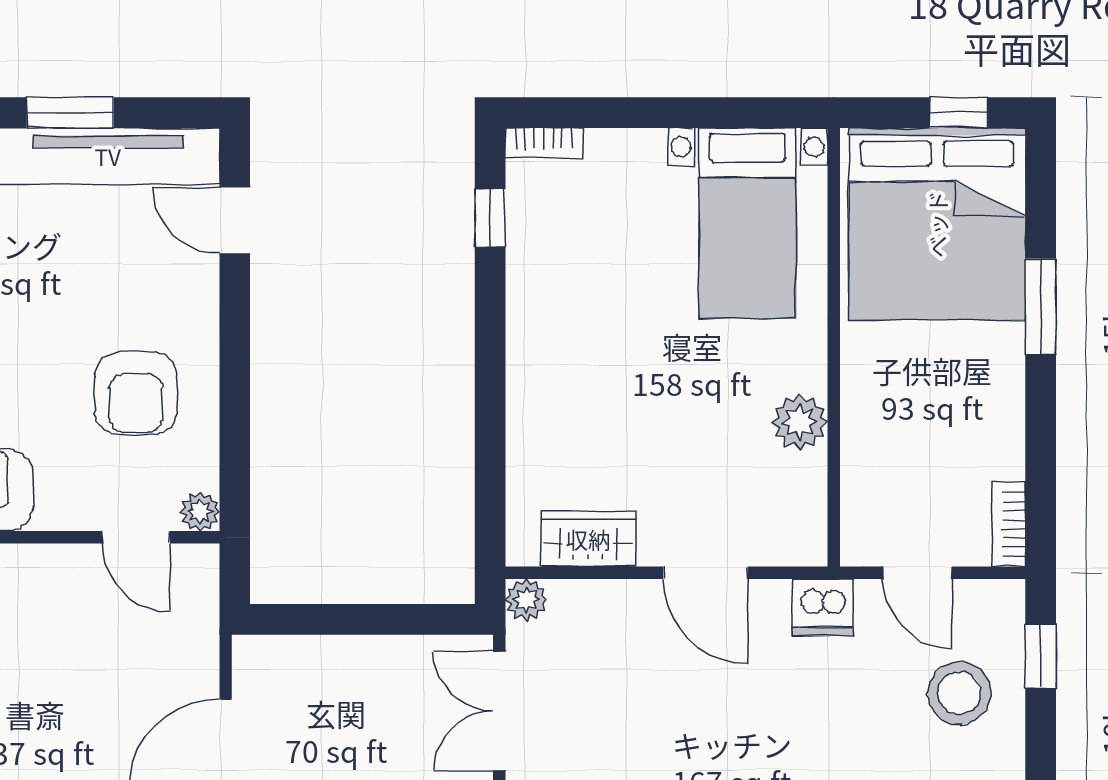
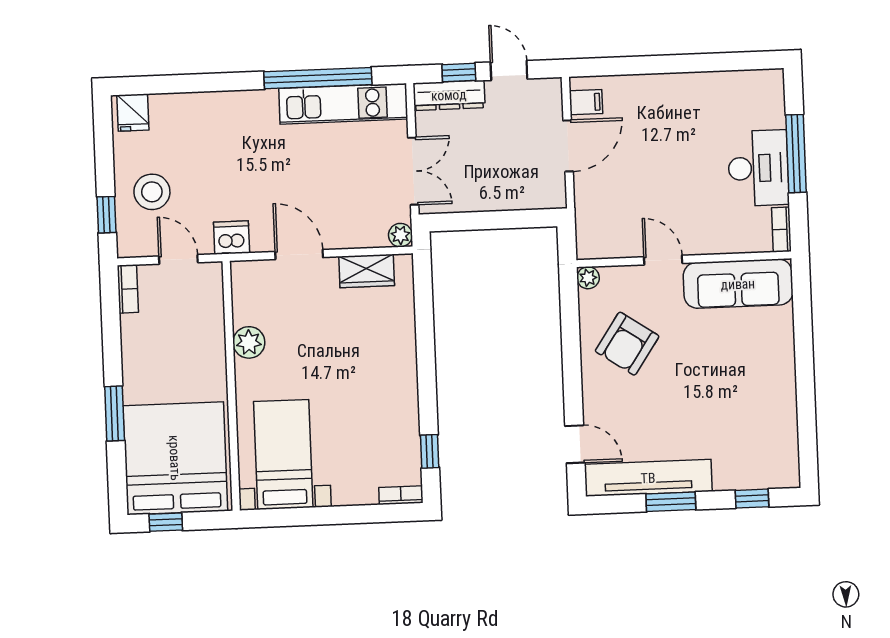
armchair: (136, 393) -> (627, 344), turned -146
door: (136, 537) -> (663, 260), moved

